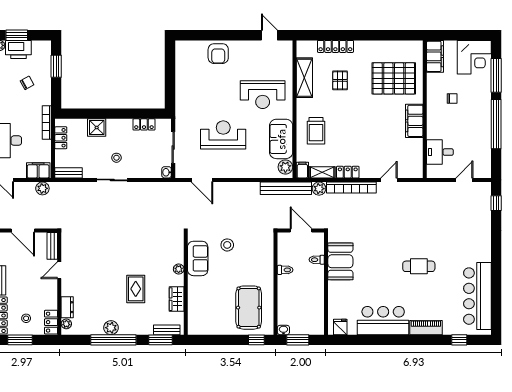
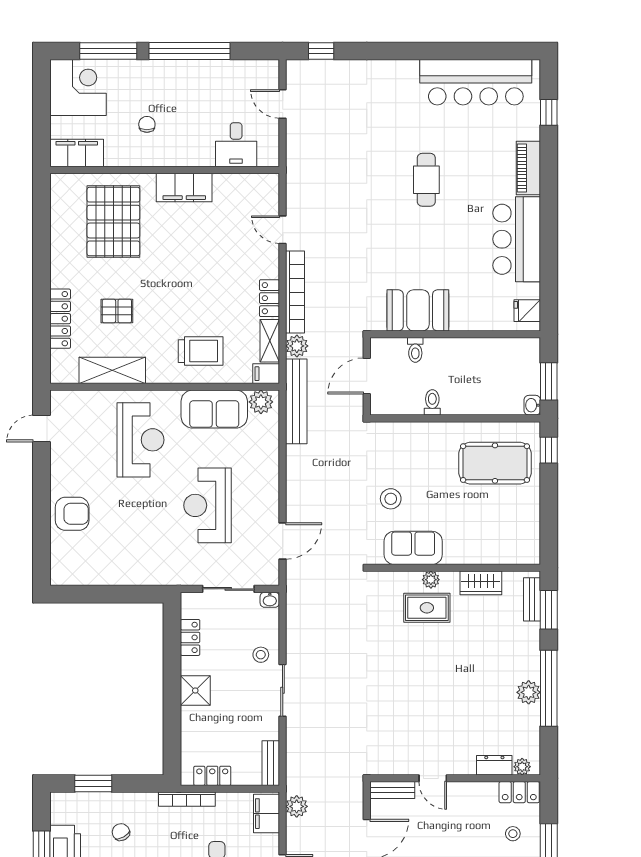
shower: (97, 128) -> (195, 691), moved
stool: (116, 158) -> (261, 655), moved
rug: (136, 289) -> (427, 608), moved

